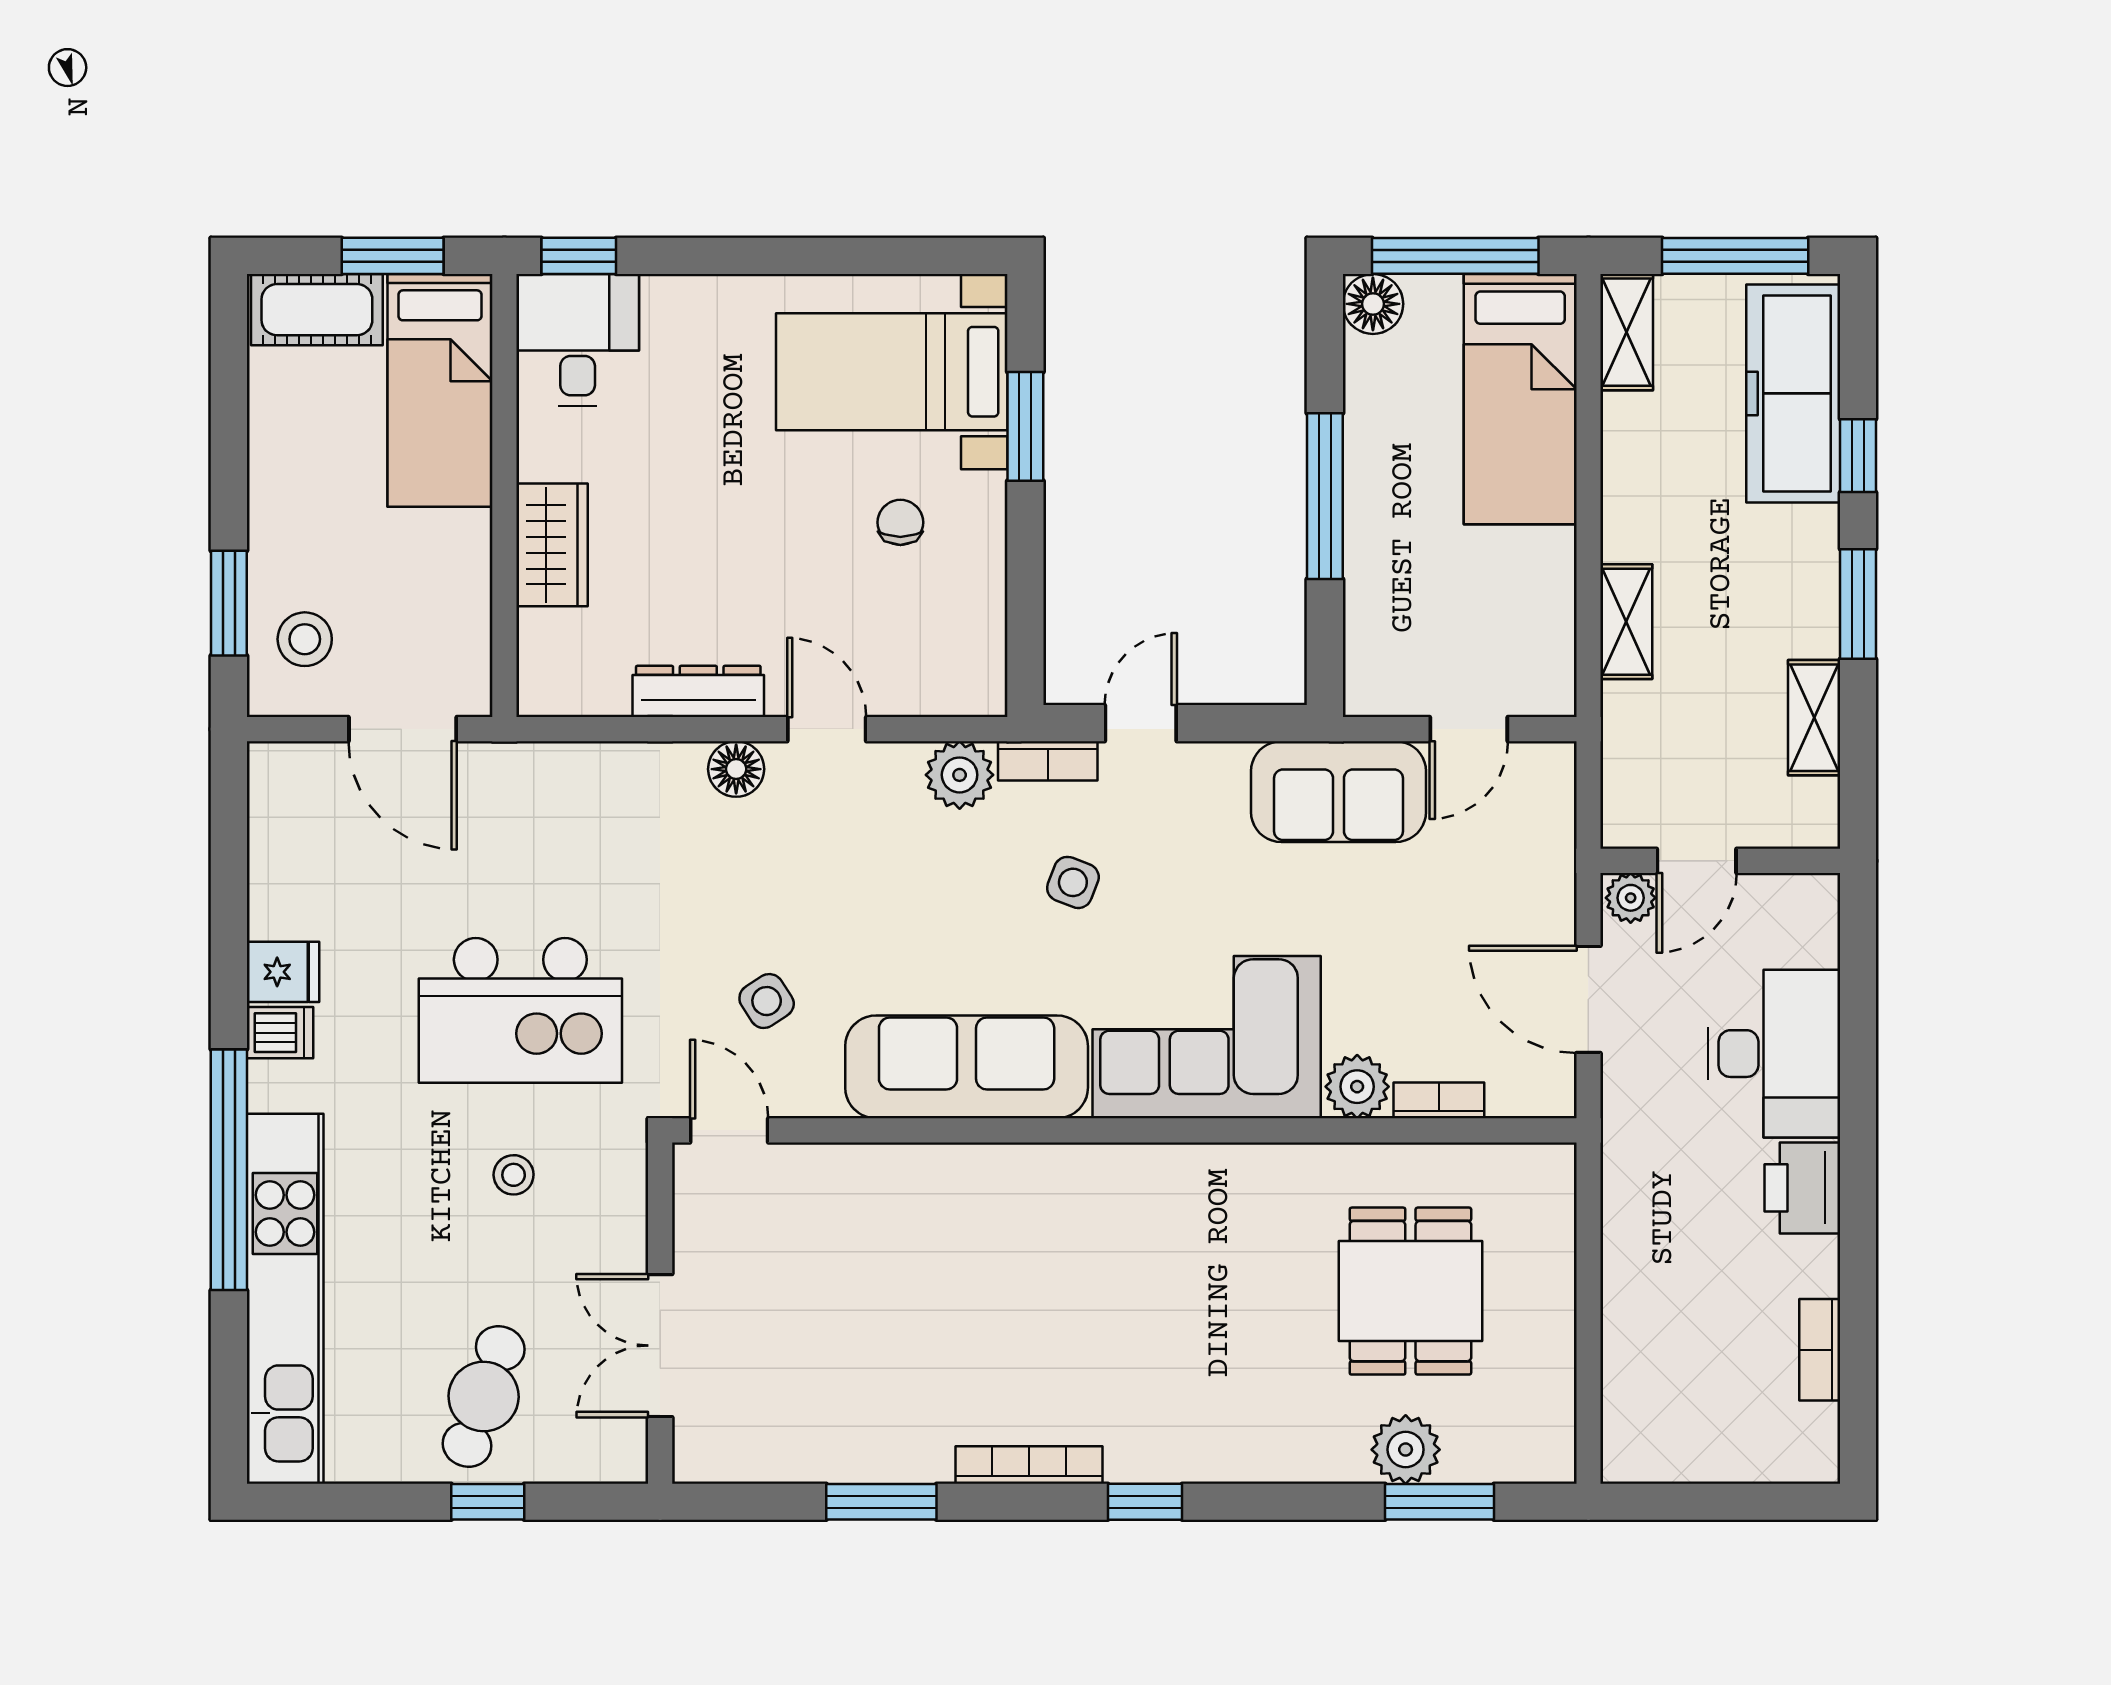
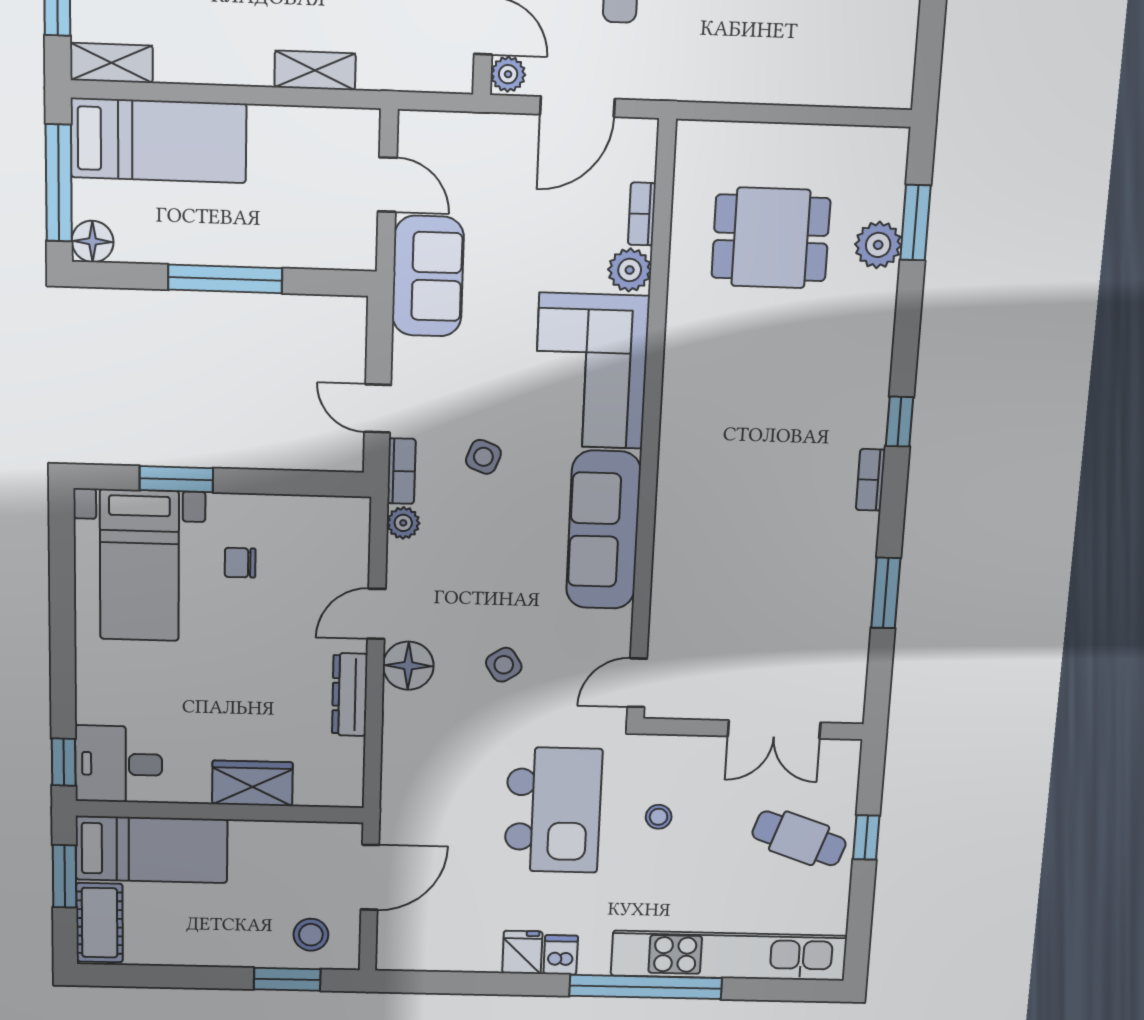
floor lamp: (736, 769) -> (408, 666), width x1.38, depth x1.38
plant: (960, 775) -> (403, 523), width x0.73, depth x0.73
side table: (767, 1001) -> (504, 665), moved
bookcase: (1029, 1465) -> (871, 480), width x0.64

